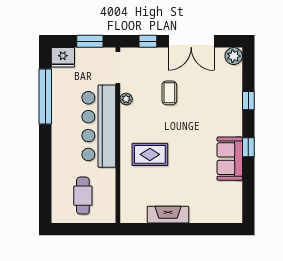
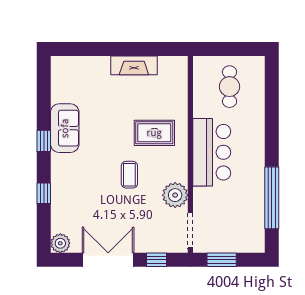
fridge: (63, 57) -> (252, 242), removed
coffee table: (169, 93) -> (129, 175), moved
plant: (126, 99) -> (175, 195), width x1.88, depth x1.88
bar counter: (99, 126) -> (212, 152), width x0.73

